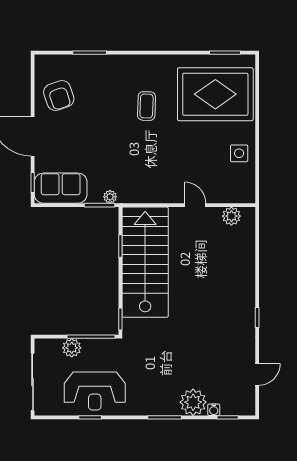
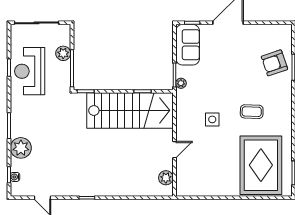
armchair: (59, 96) -> (274, 63), moved
side table: (239, 153) -> (212, 119), moved
water cooler: (214, 410) -> (15, 177), moved

